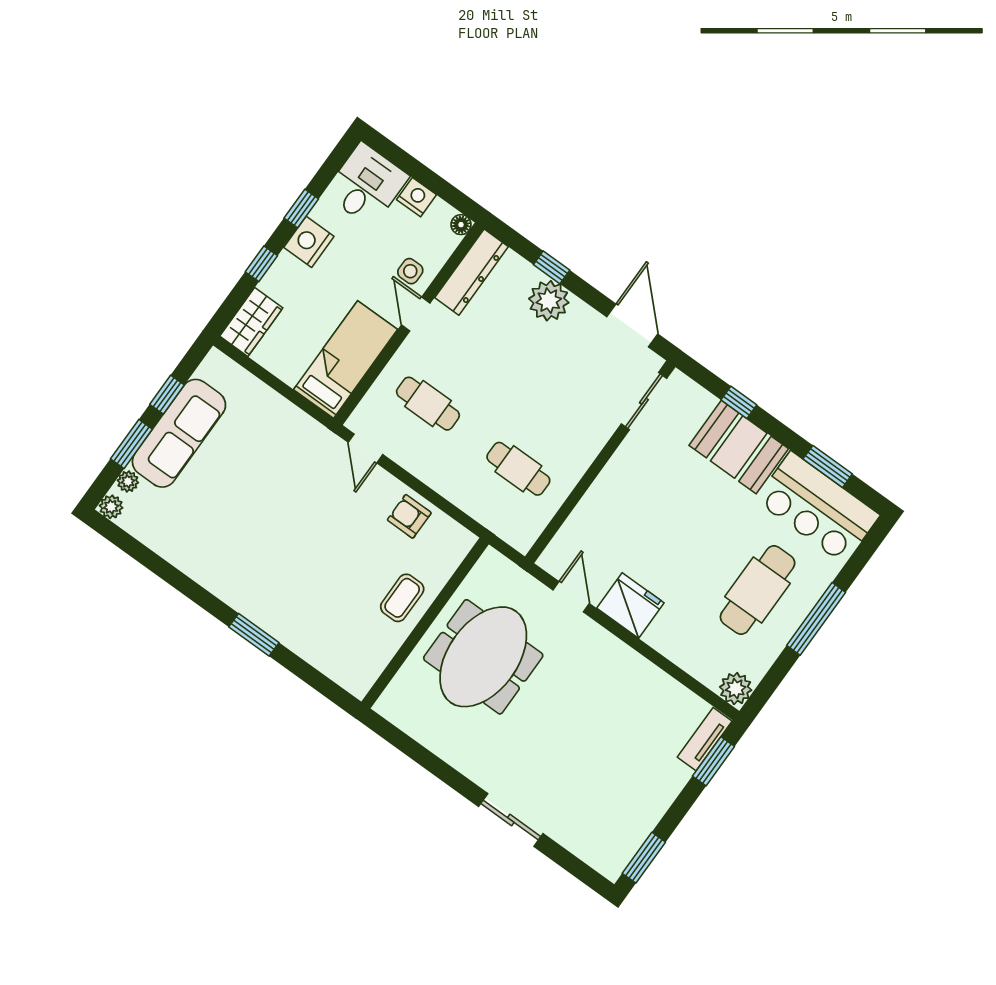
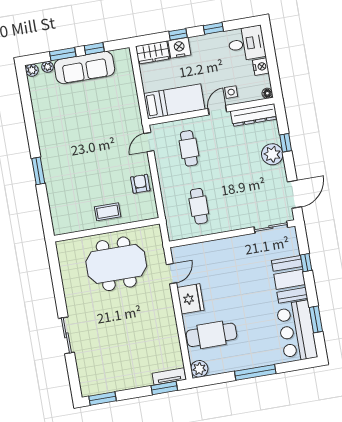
nightstand: (309, 242) -> (179, 48), moved
cafe table: (758, 590) -> (211, 335), moved

